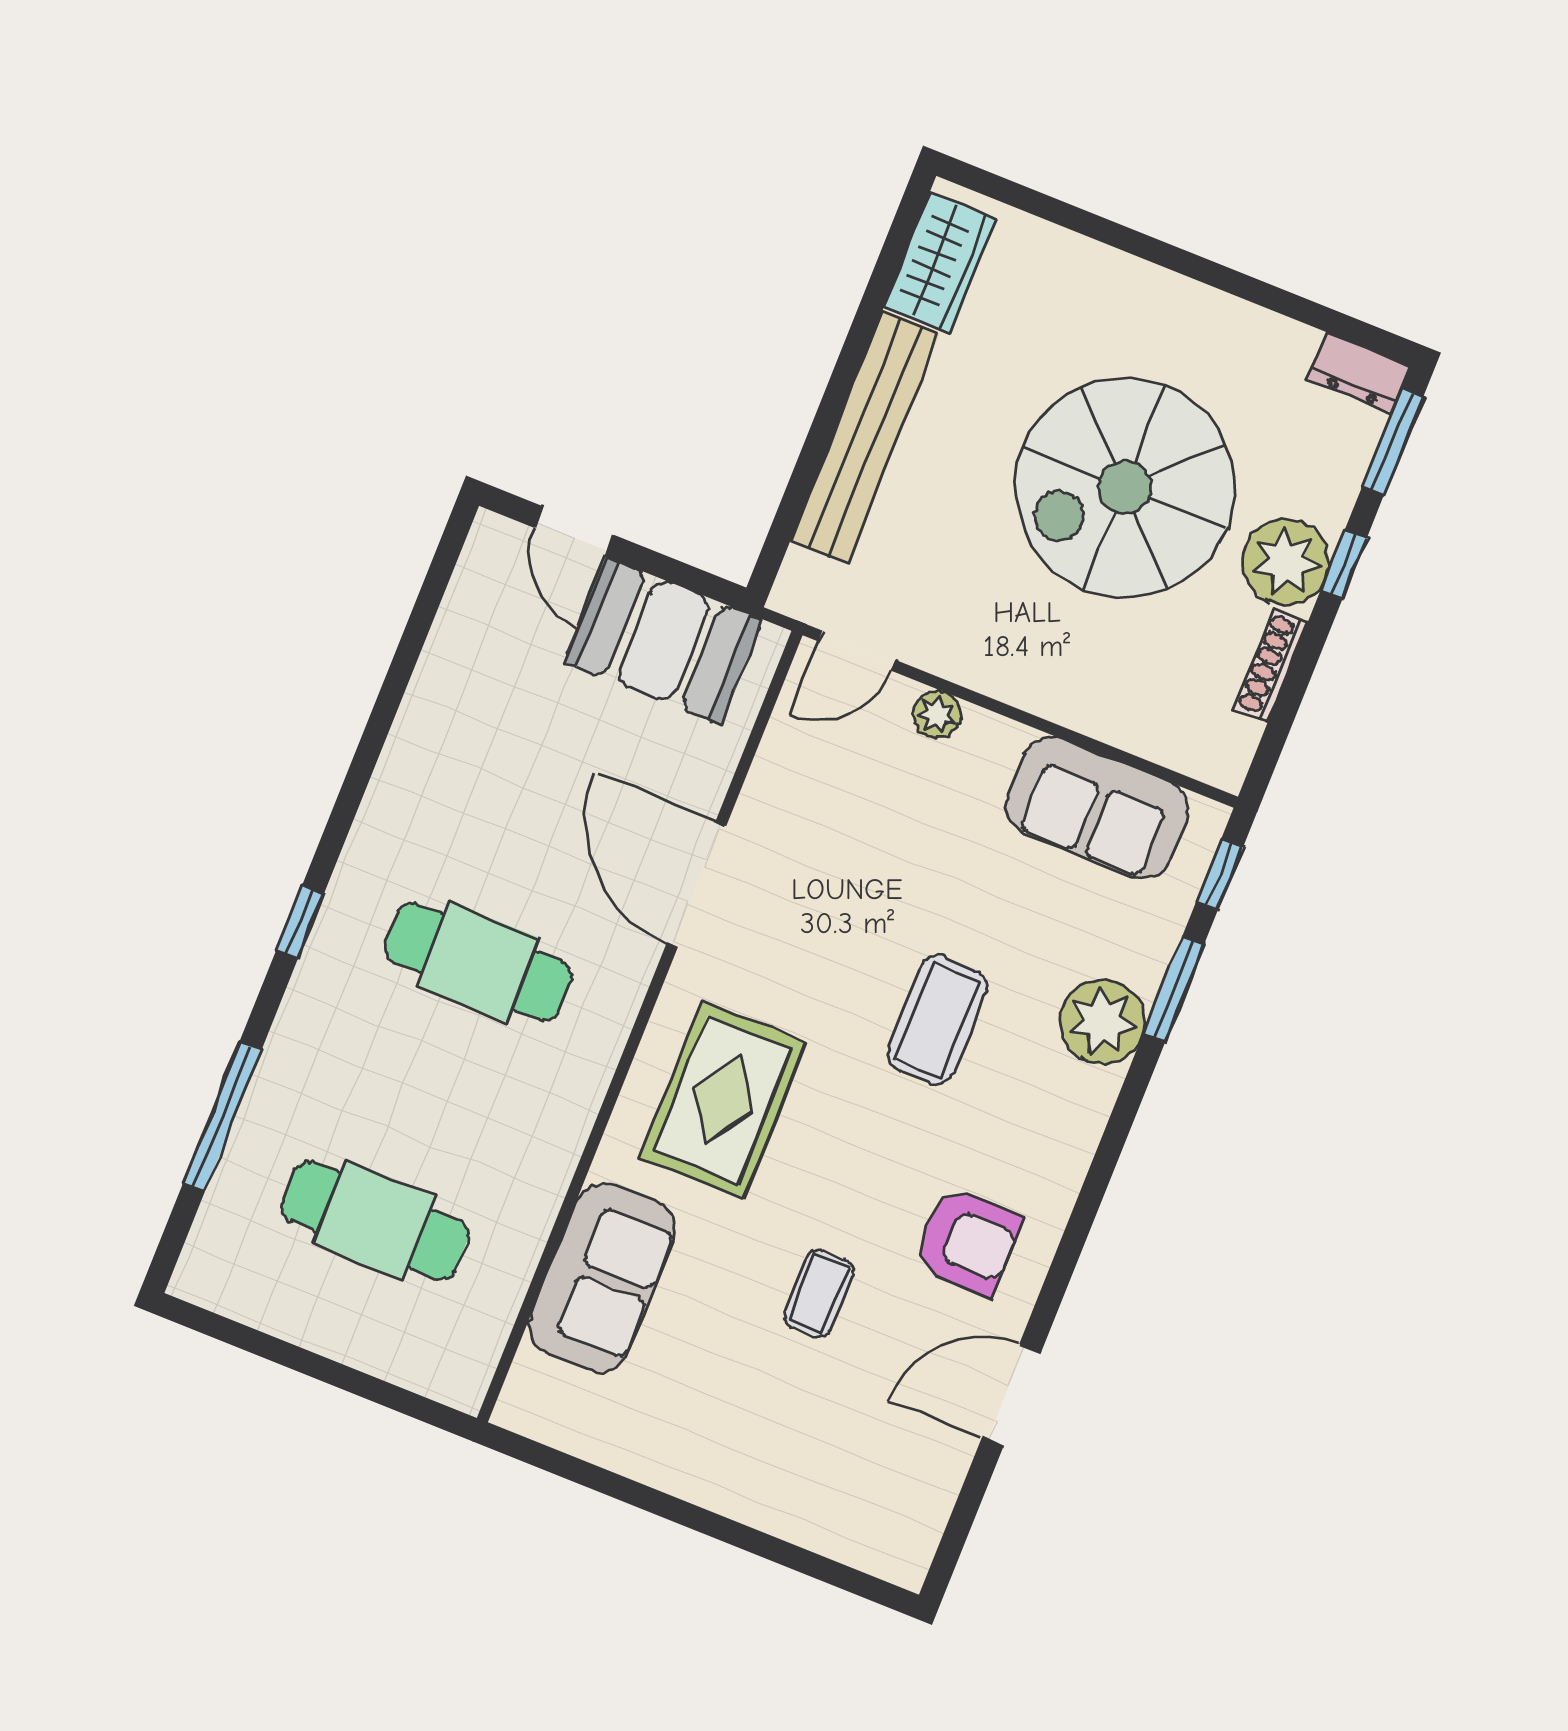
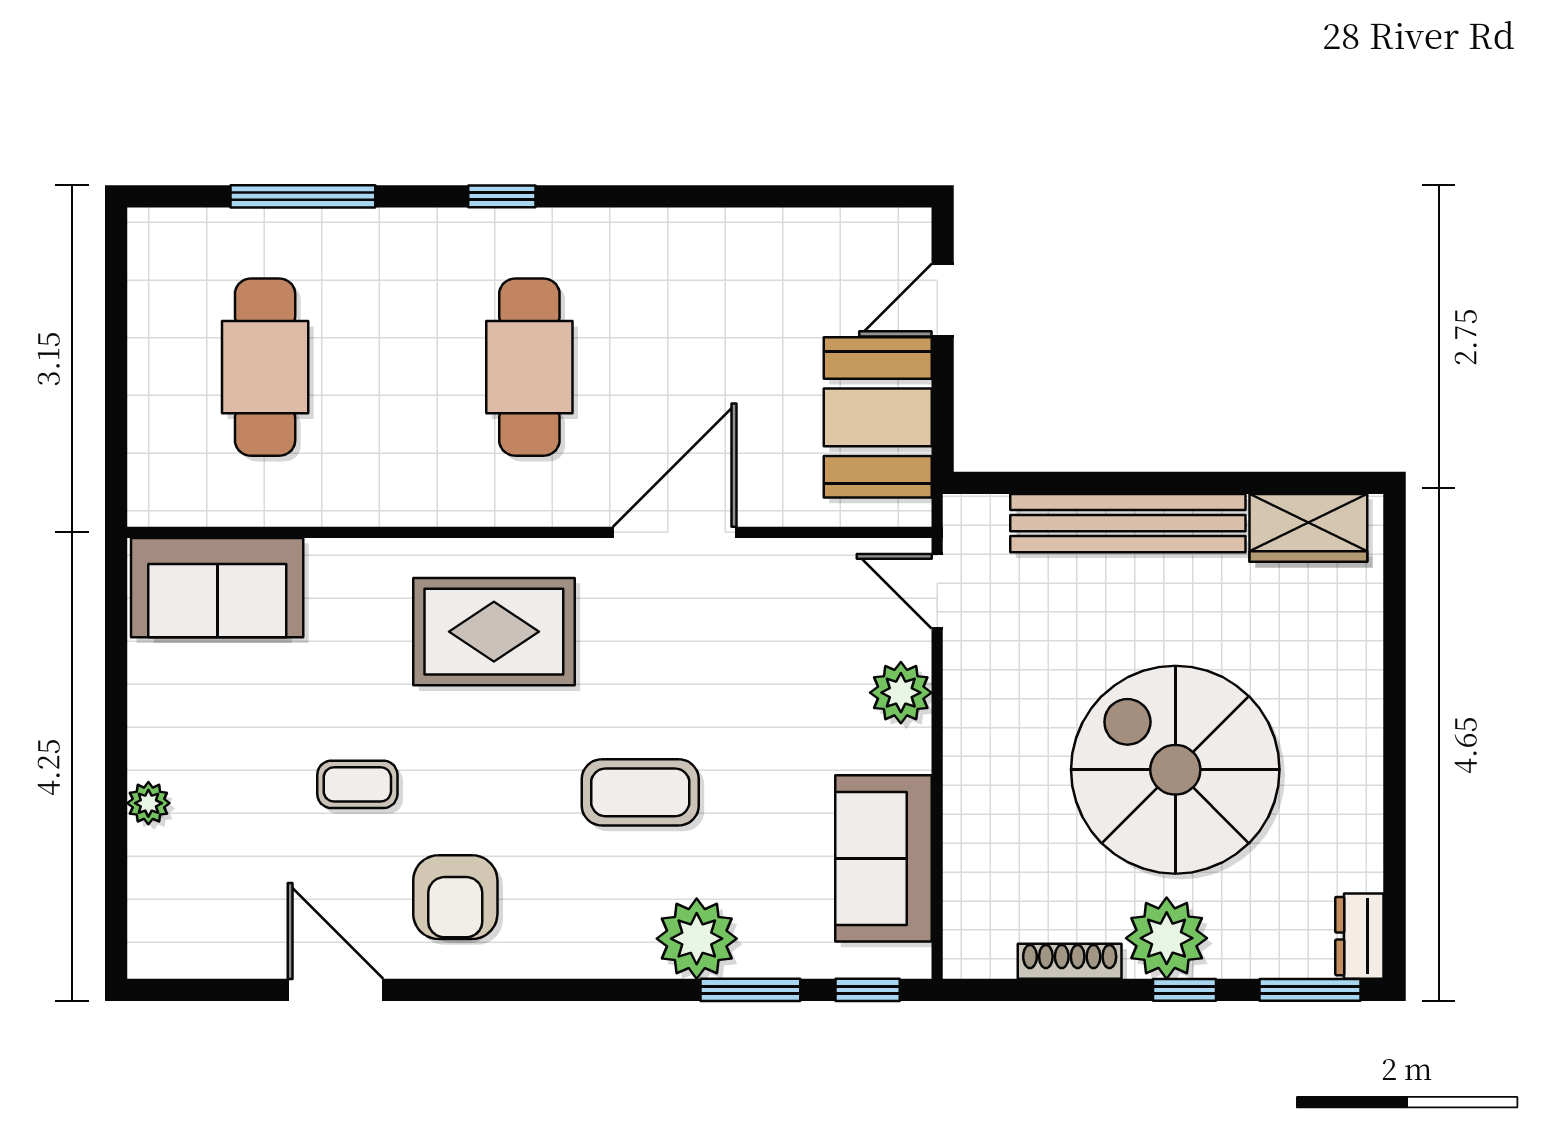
plant: (937, 714) -> (901, 693), width x1.38, depth x1.38
sofa: (602, 1278) -> (217, 588), moved
plant: (755, 1505) -> (148, 803), added

